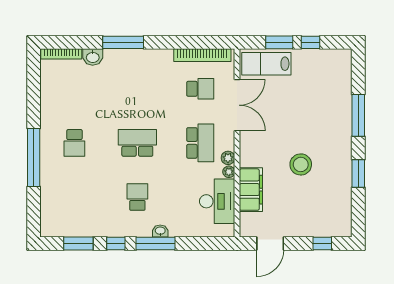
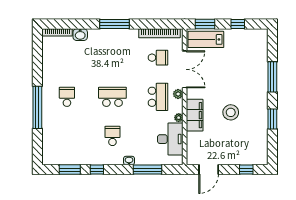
window: (123, 42) -> (114, 24), moved
window: (279, 42) -> (205, 24), moved
school desk: (74, 143) -> (67, 97), turned 180
plant: (228, 158) -> (178, 94), moved
filing cabinet: (251, 190) -> (195, 115), moved
window: (156, 243) -> (147, 170), moved

